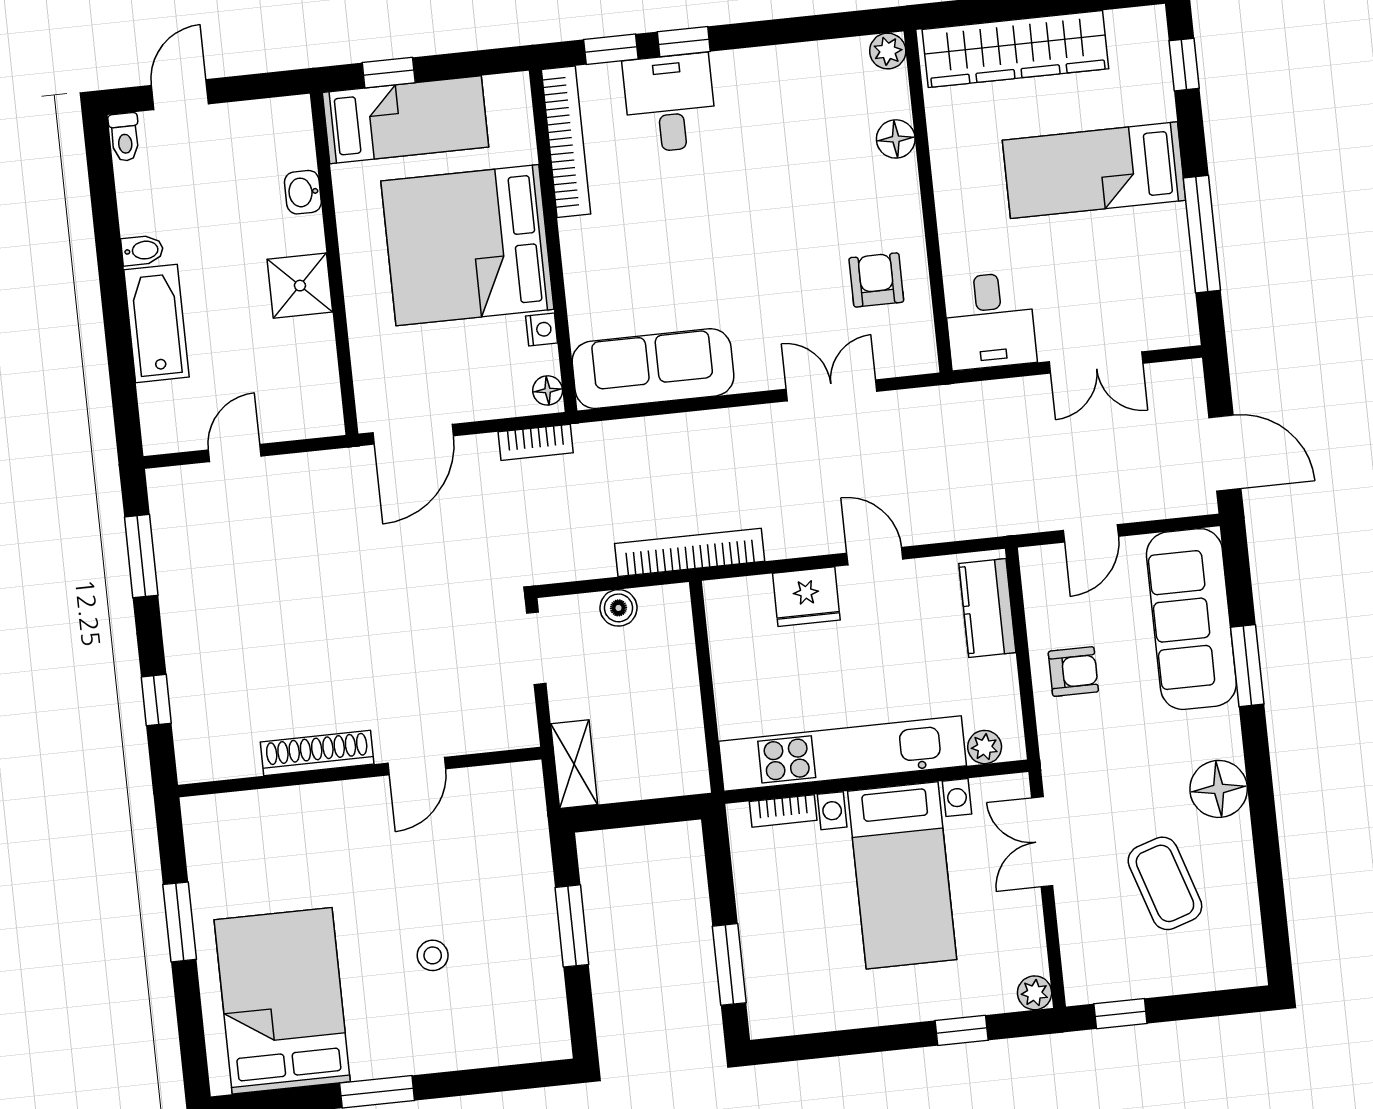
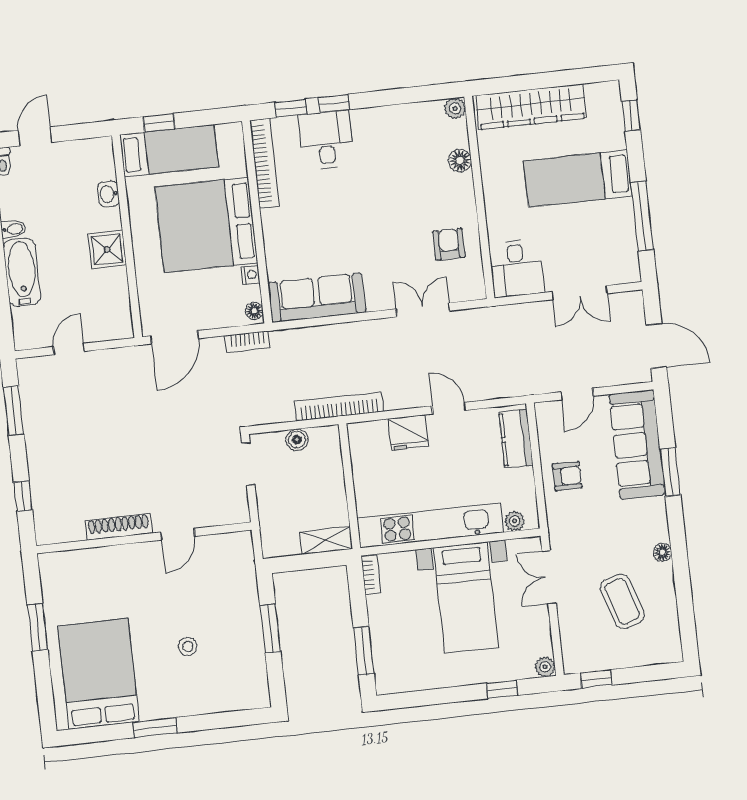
shelving: (574, 764) -> (326, 540), moved, turned 90
floor lamp: (1219, 789) -> (662, 552), width x0.53, depth x0.53
bookcase: (783, 811) -> (371, 575), moved, turned -90

